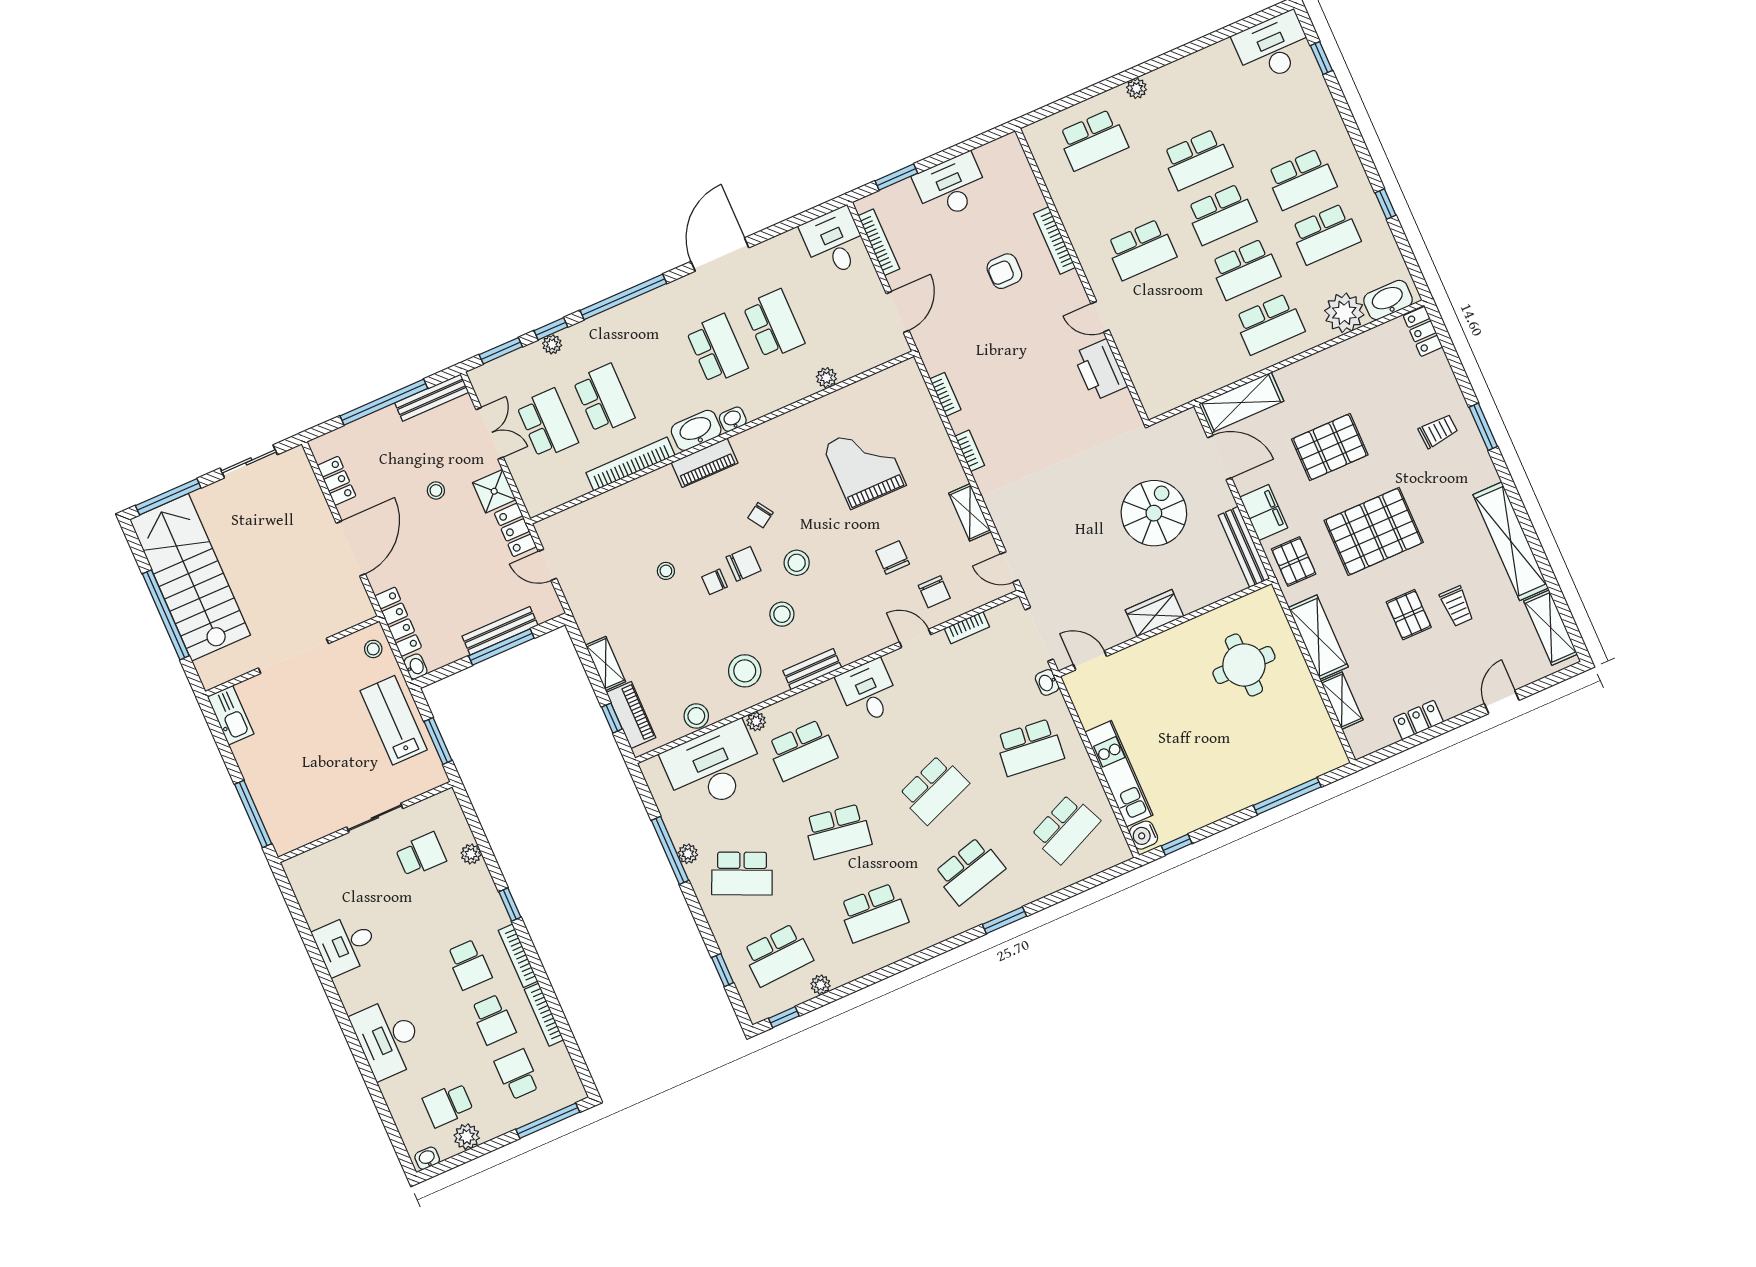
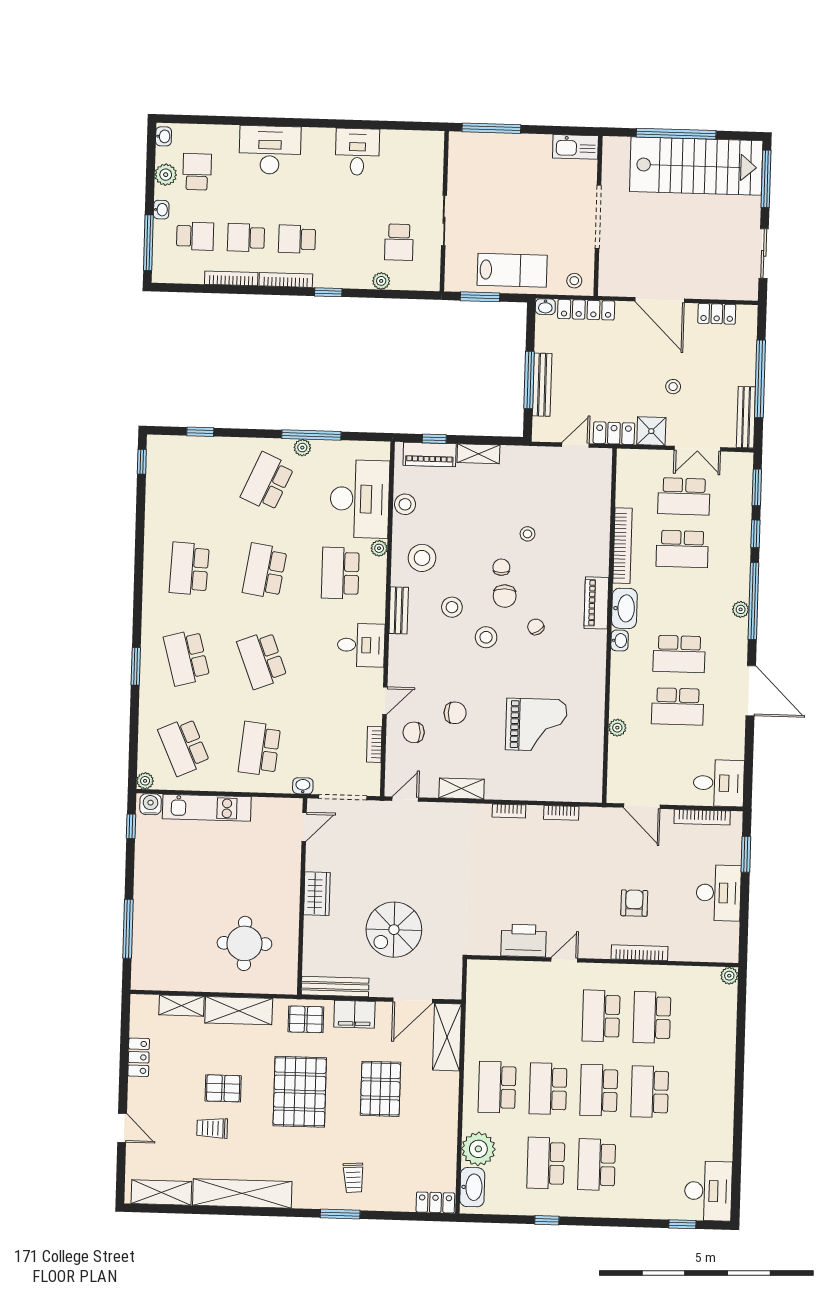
plant: (1136, 88) -> (729, 976), moved
school desk: (1093, 140) -> (652, 1017), moved
plant: (552, 344) -> (741, 609), moved
spiral stairs: (1154, 513) -> (394, 930), turned 90
school desk: (778, 955) -> (192, 480), removed
plant: (821, 985) -> (145, 781), moved
washbasin: (506, 1124) -> (161, 210), added

